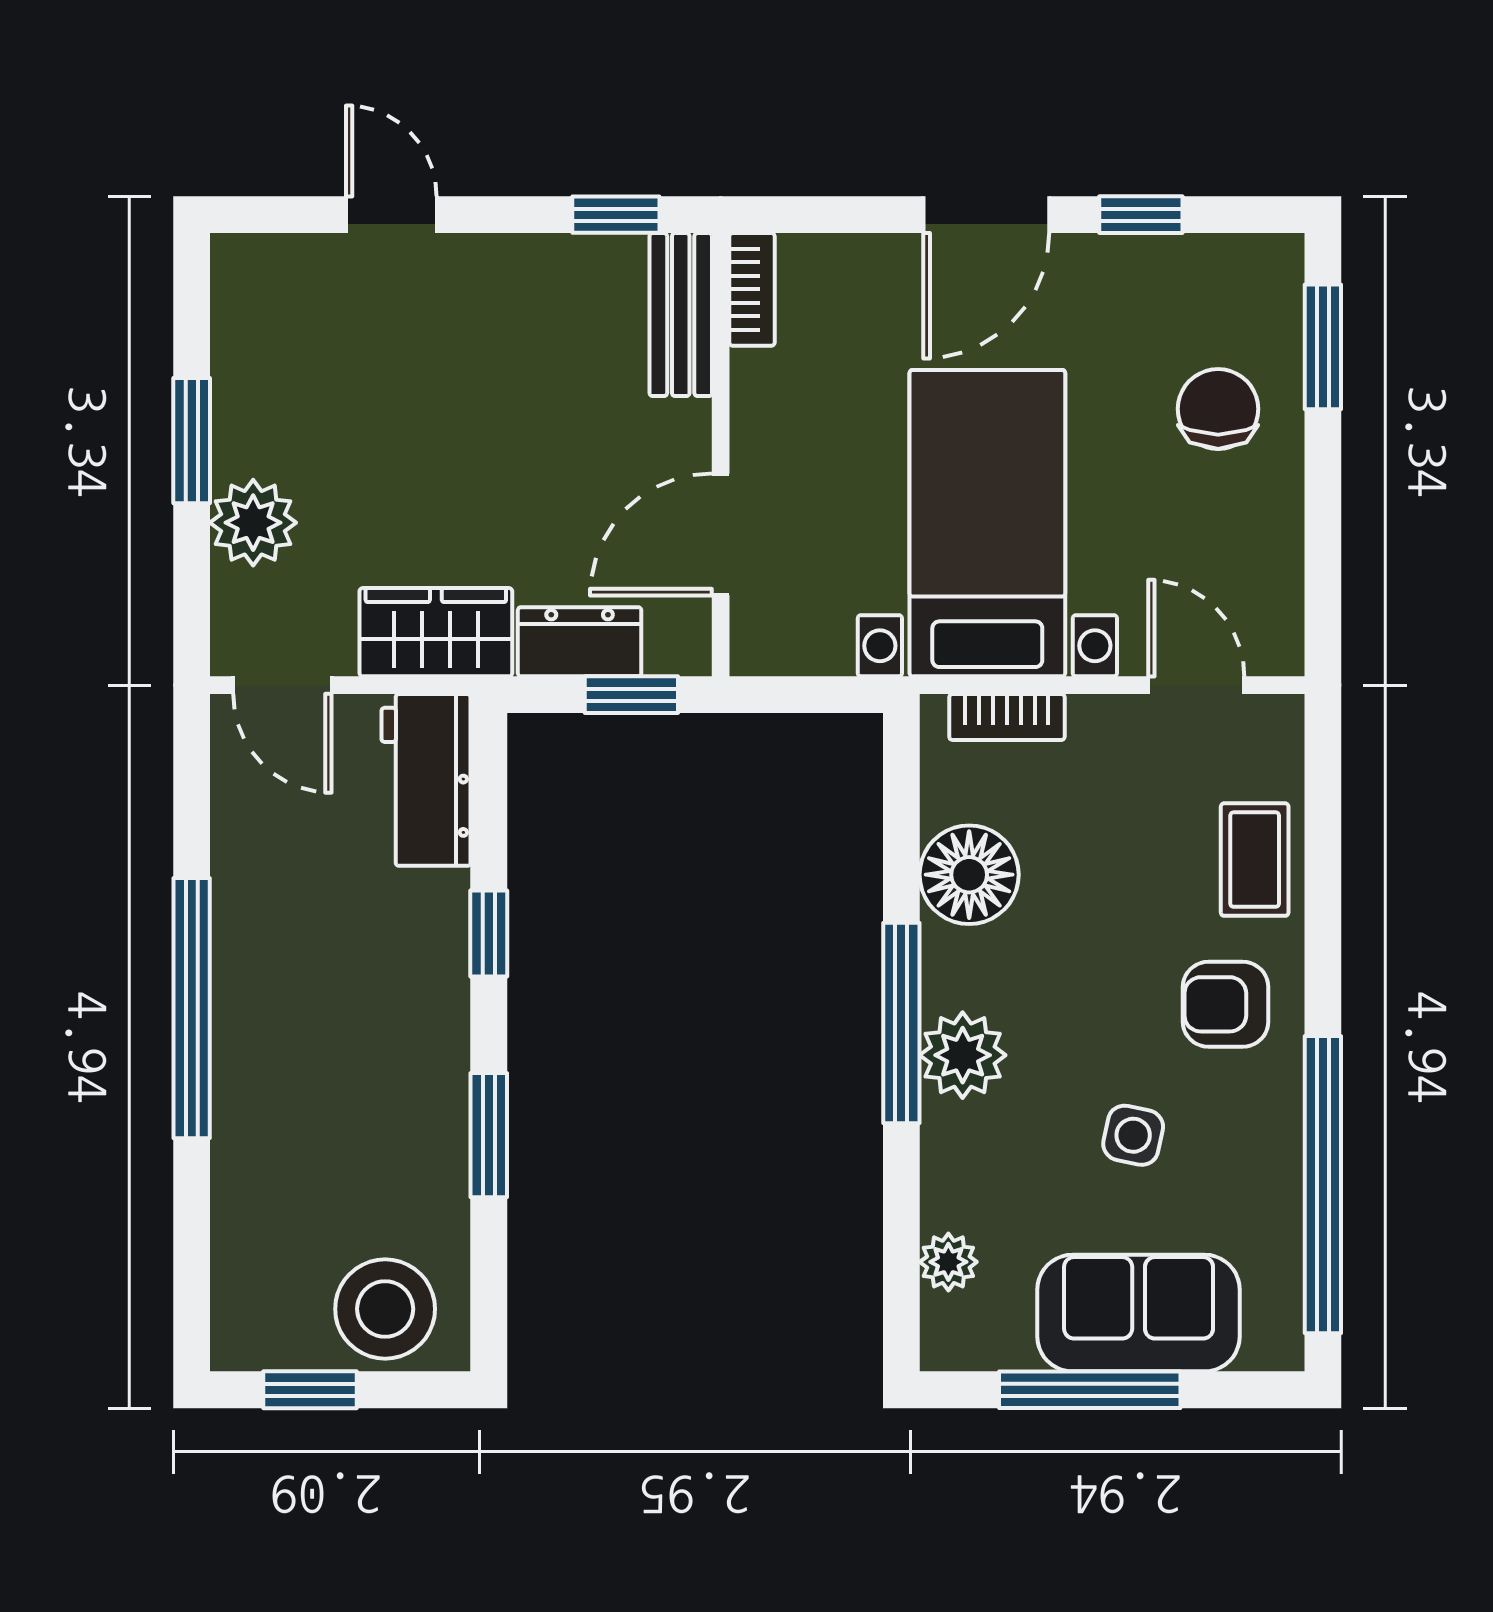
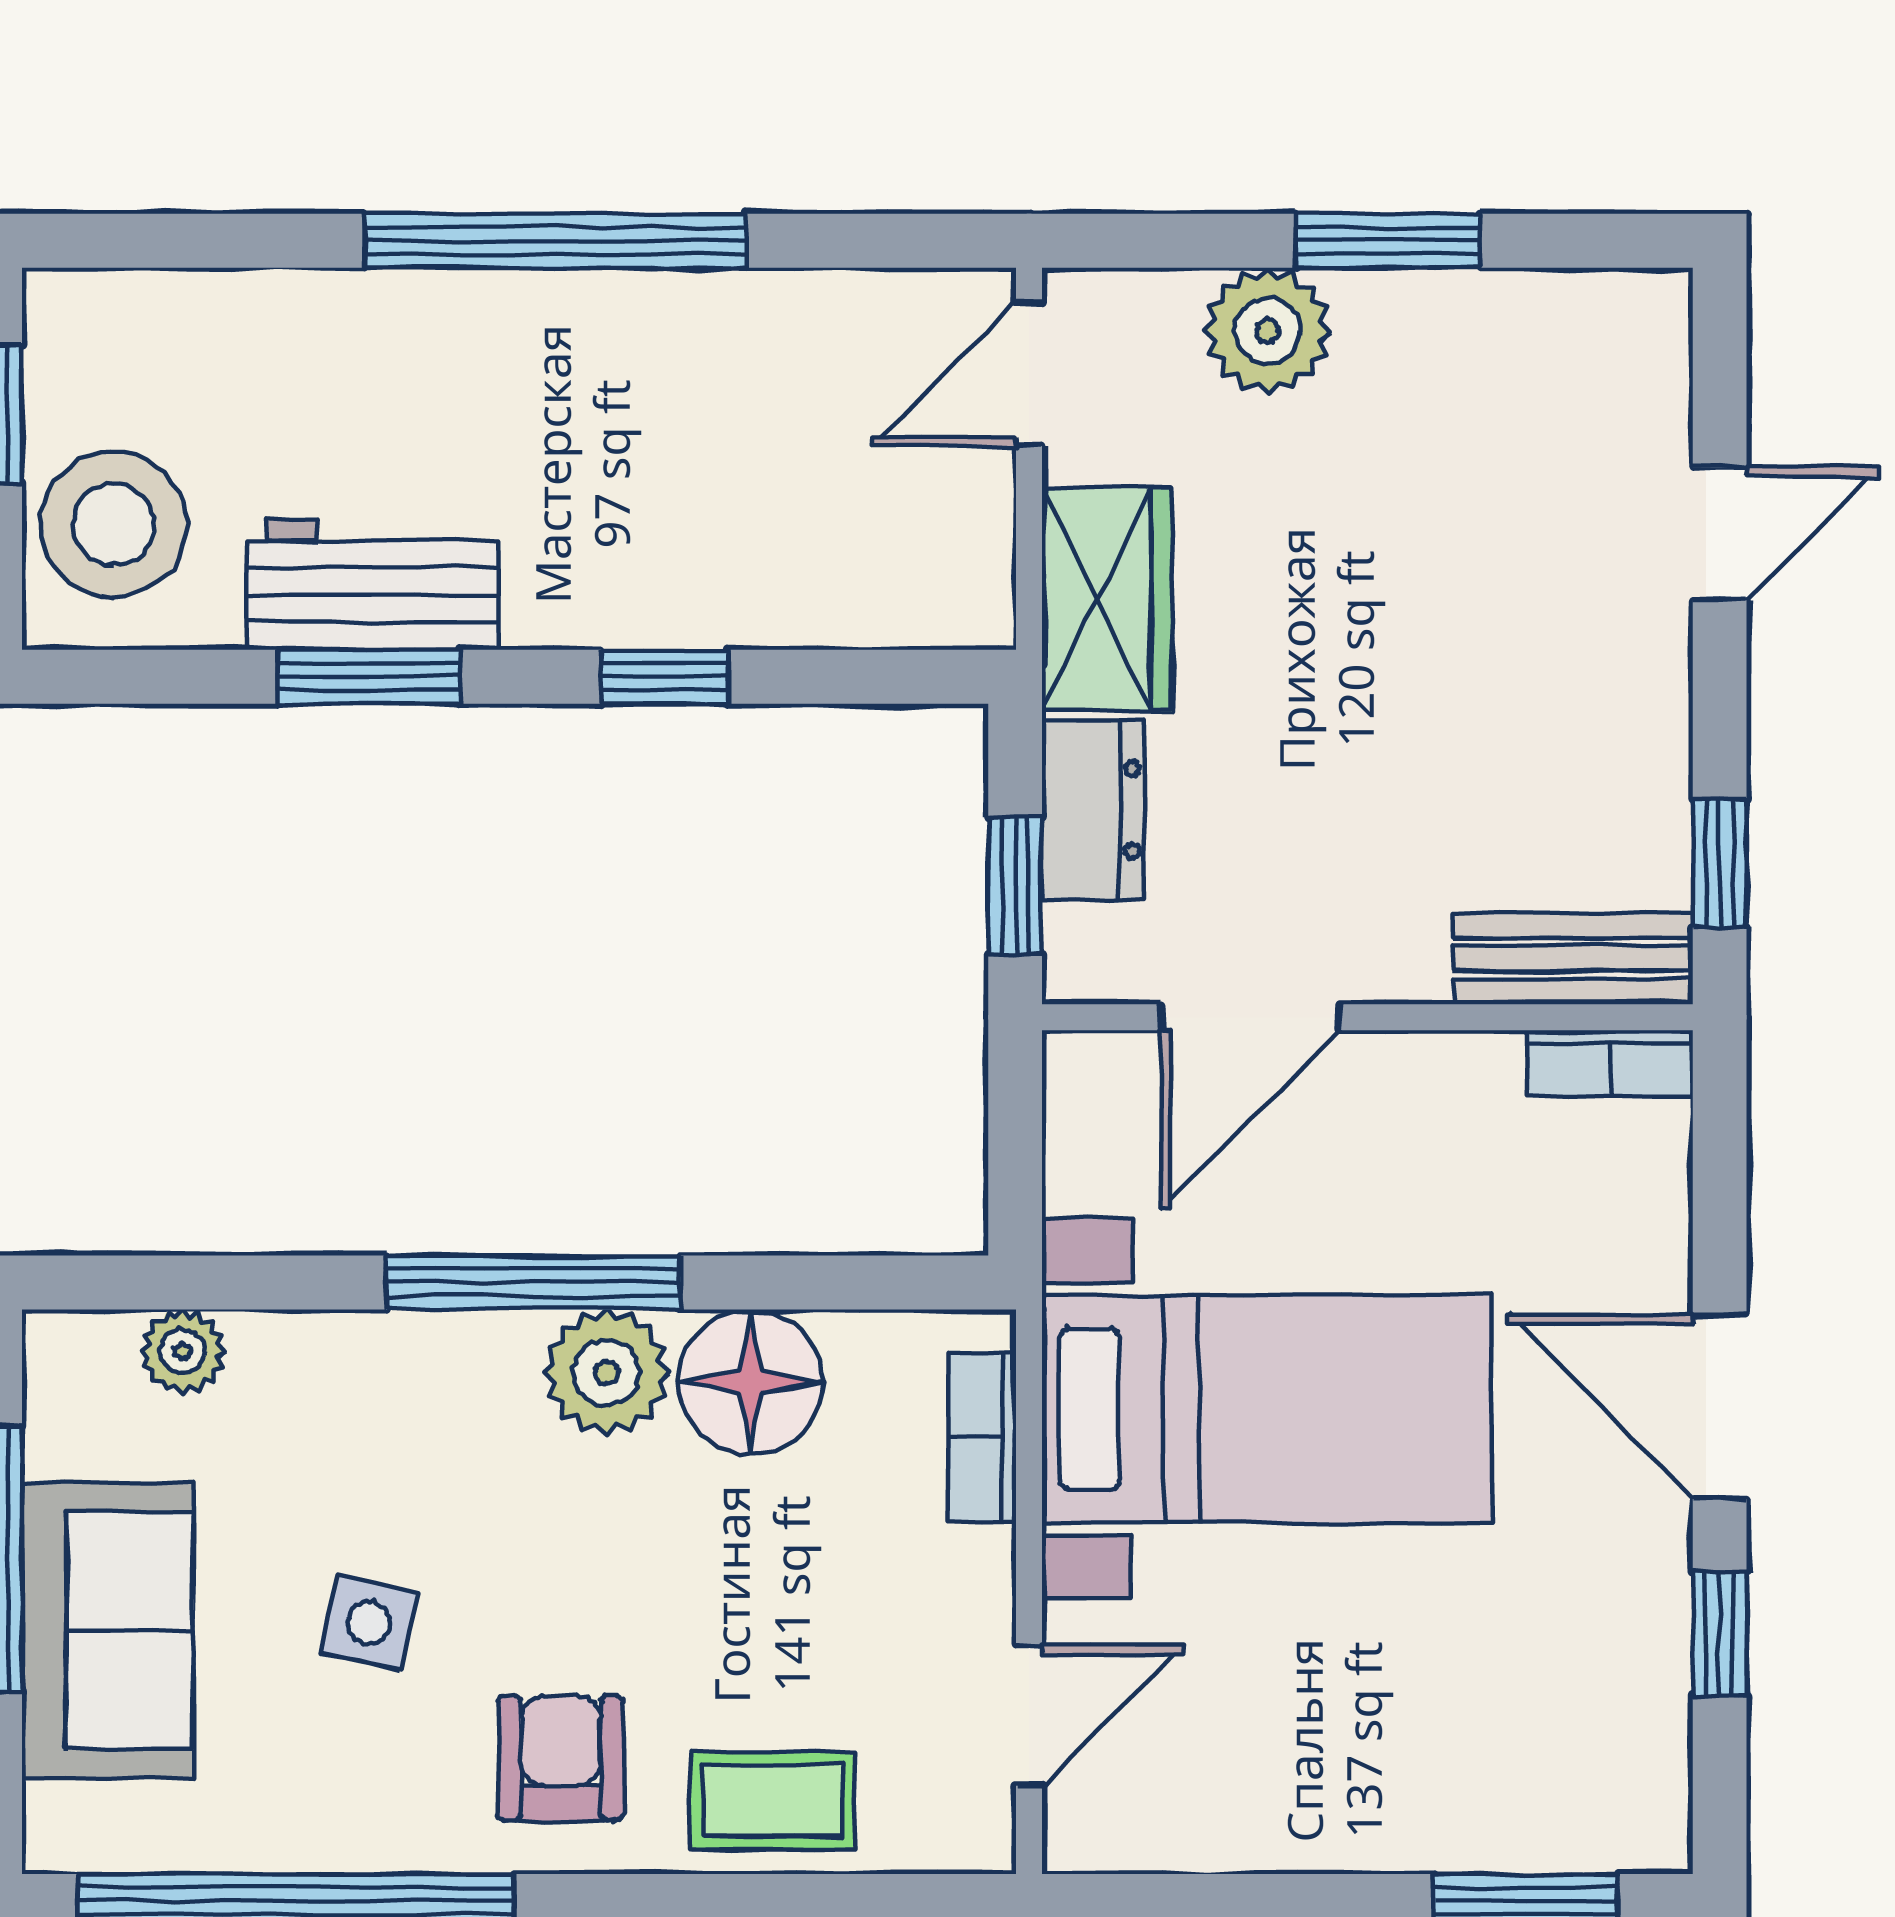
chair: (1218, 409) -> (1435, 1747), removed
door: (721, 534) -> (1250, 1017), swing flipped
workbench: (426, 780) -> (373, 585), moved
plant: (963, 1055) -> (607, 1372), moved

